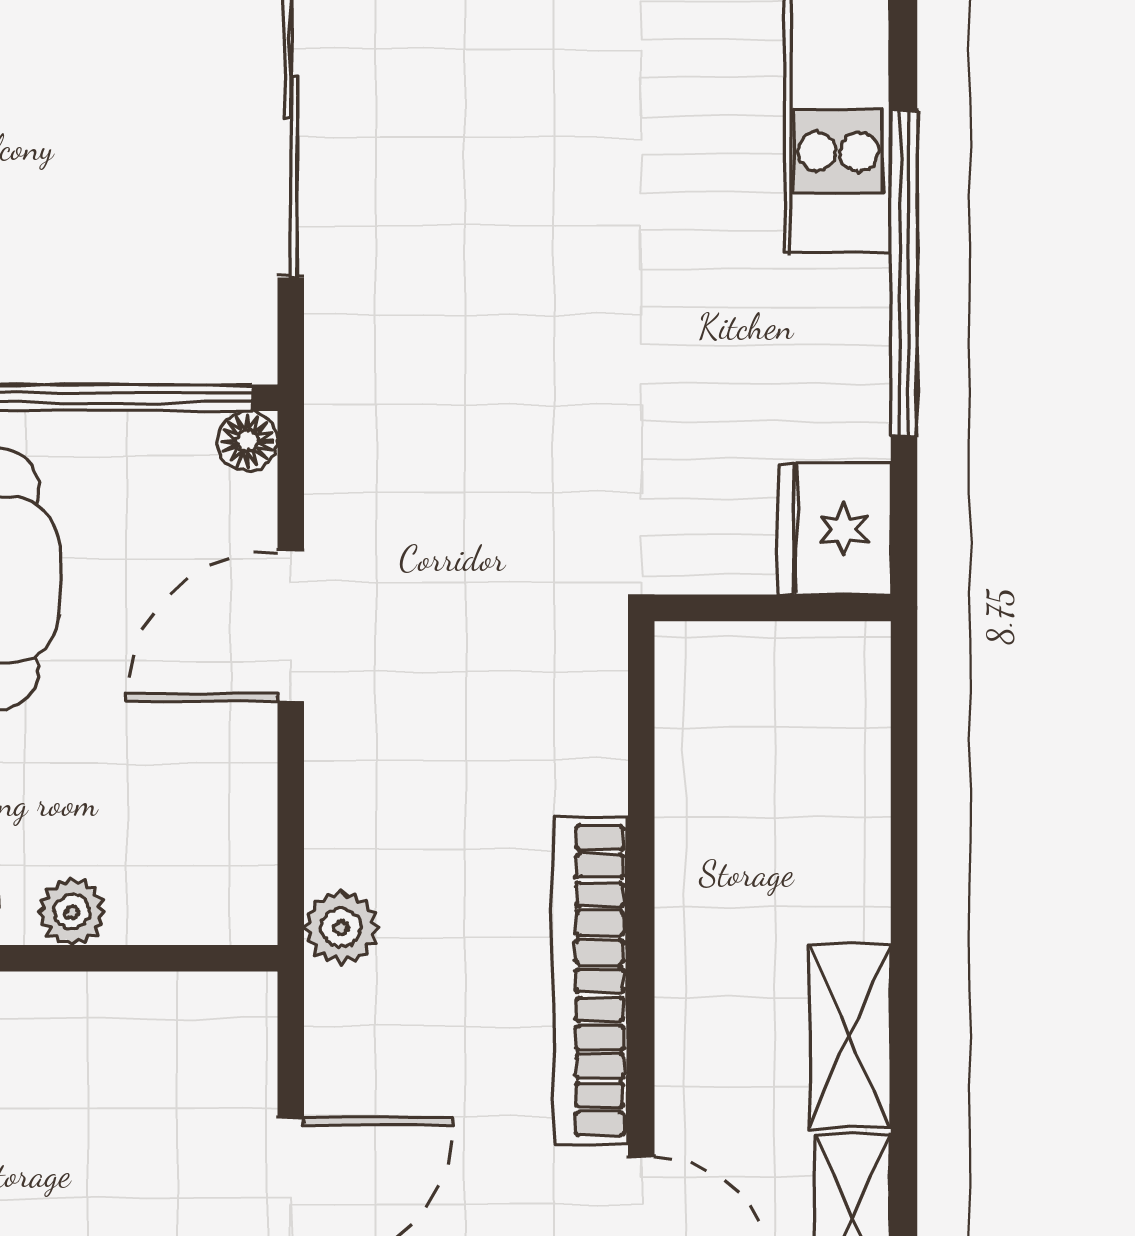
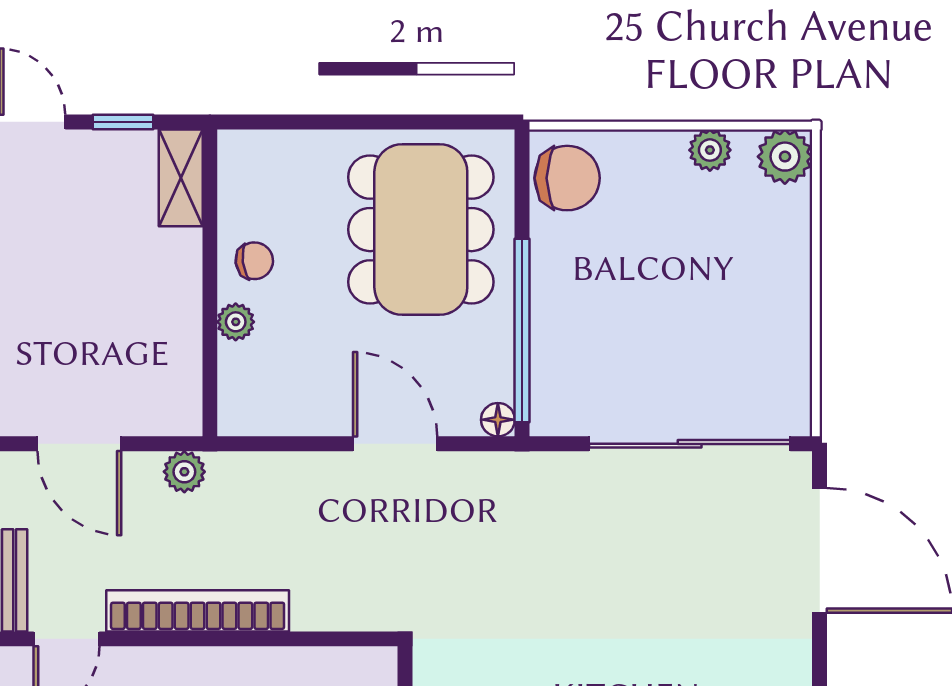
plant: (341, 928) -> (184, 472), moved

